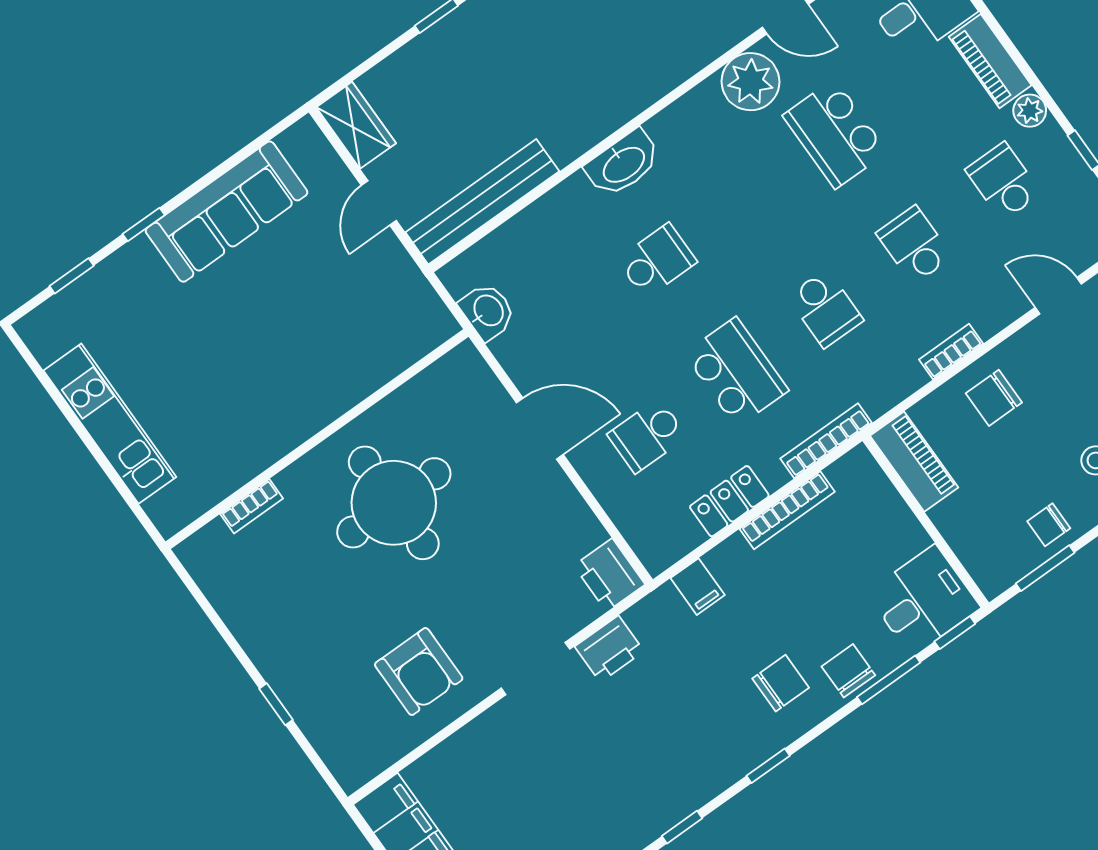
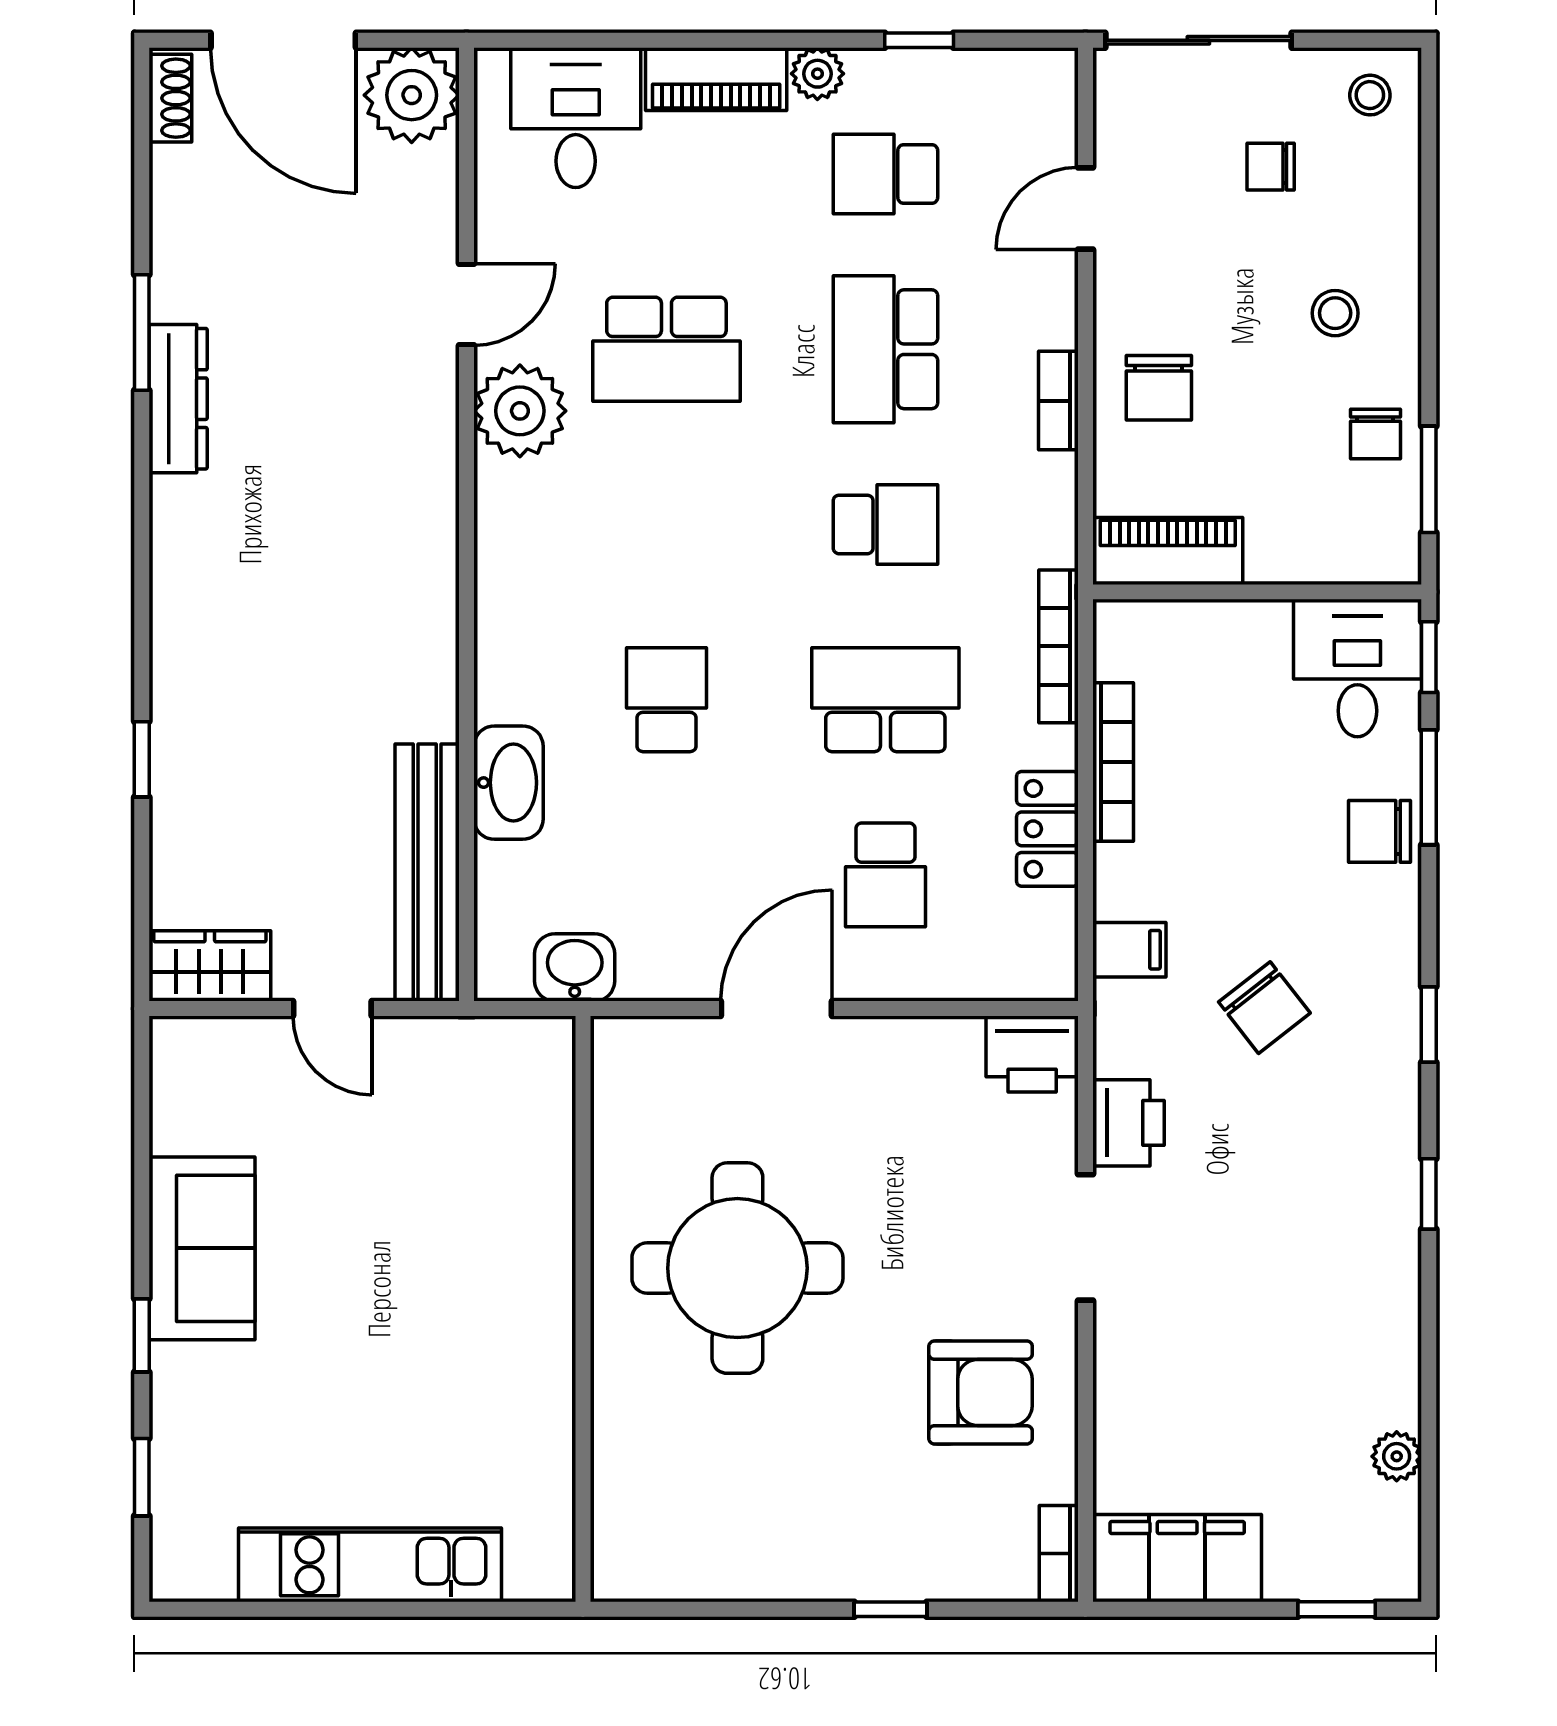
washbasin: (623, 164) -> (509, 783), moved
sofa: (227, 212) -> (202, 1248), width x0.73
school desk: (914, 245) -> (885, 349), width x1.85
bookcase: (252, 506) -> (1059, 1554), moved, turned 180
chair: (781, 683) -> (1264, 1008), moved, turned 142

